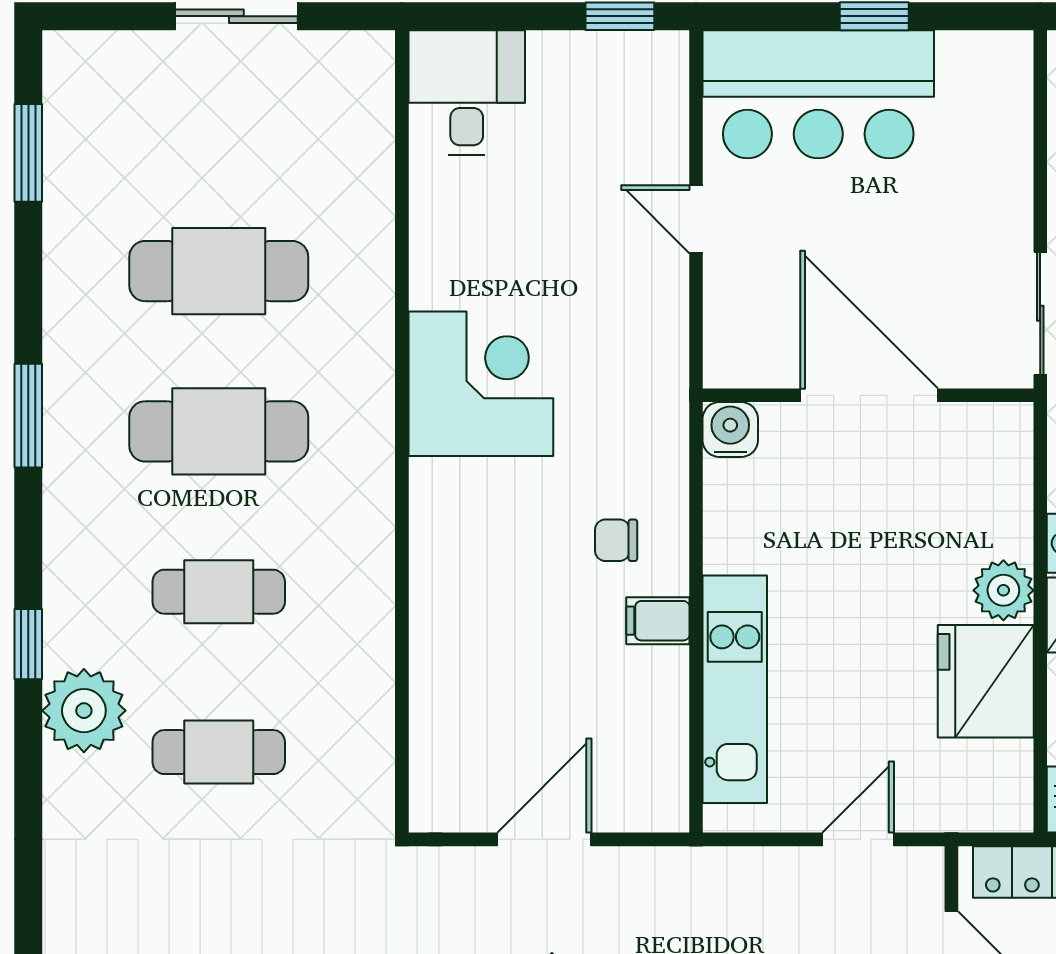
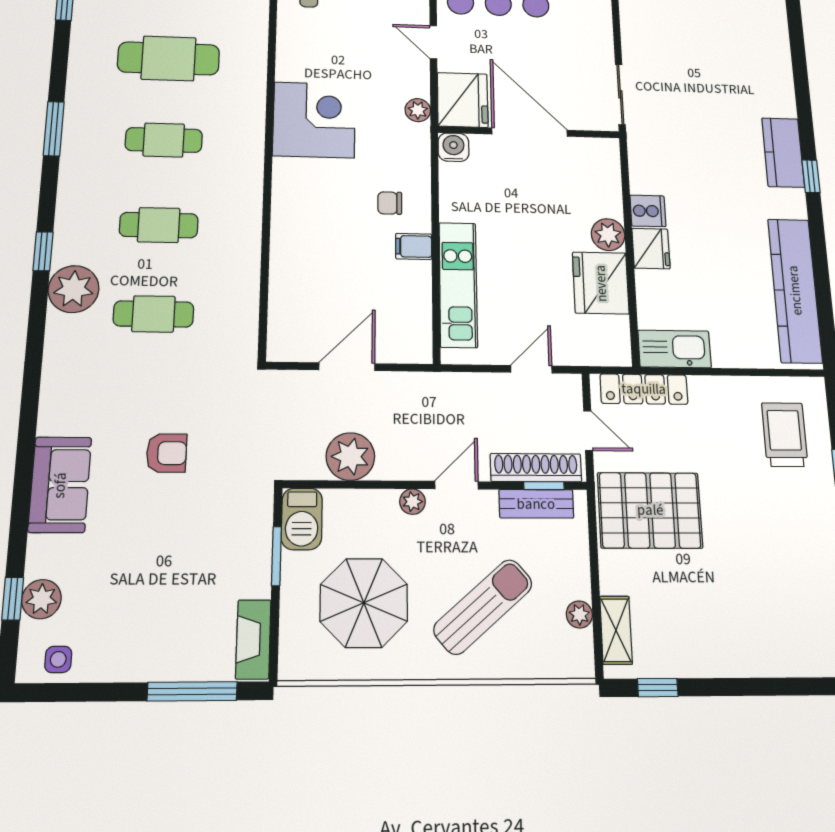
fridge: (748, 335) -> (463, 100), added
plant: (666, 358) -> (418, 110), added
cafe table: (219, 431) -> (164, 140), width x0.73, depth x0.74

